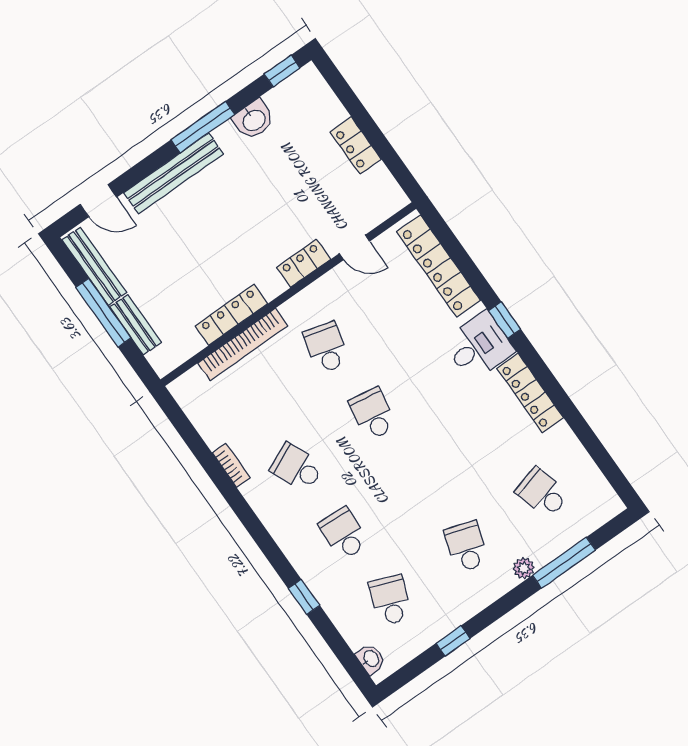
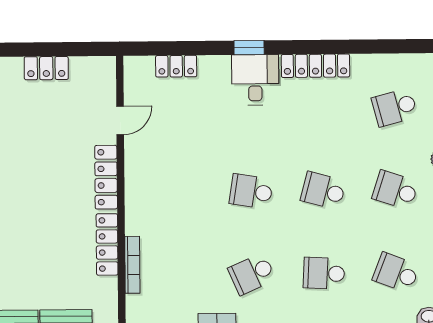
locker: (304, 263) -> (106, 177), width x1.53
locker: (438, 266) -> (176, 66), width x0.46, depth x0.83
bookcase: (243, 344) -> (132, 265), width x0.68, depth x0.76
school desk: (326, 348) -> (323, 191), moved

